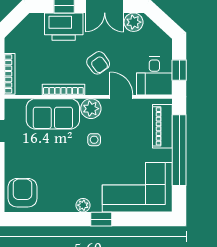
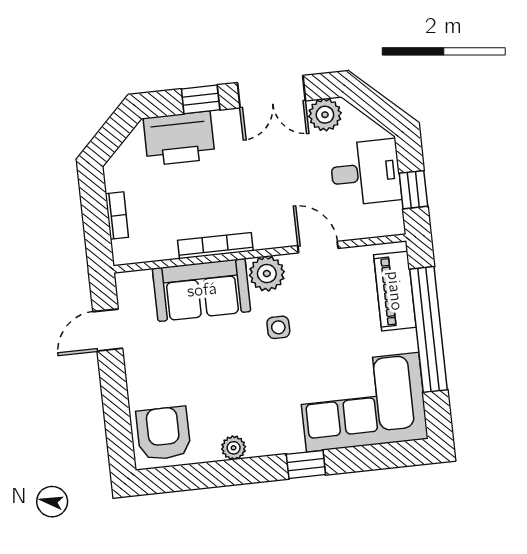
printer: (64, 27) -> (179, 138), moved
armchair: (98, 63) -> (271, 192), removed
bookcase: (10, 74) -> (117, 215), width x0.64
desk: (154, 76) -> (366, 172), moved, turned -90
plant: (83, 205) -> (234, 448), moved

